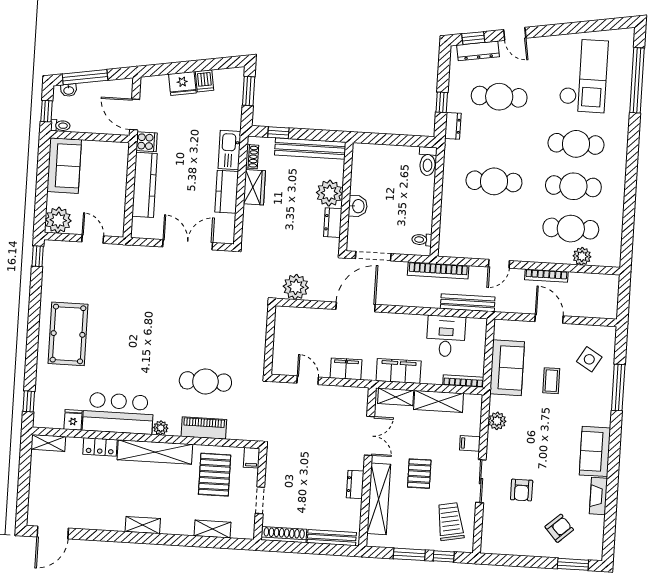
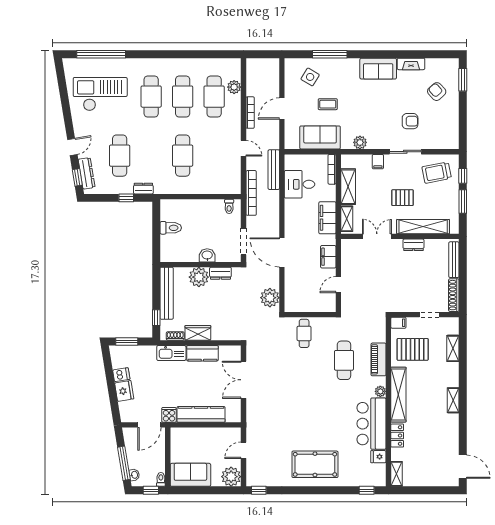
toilet: (428, 161) -> (171, 228), moved
cafe table: (245, 330) -> (304, 333), added

